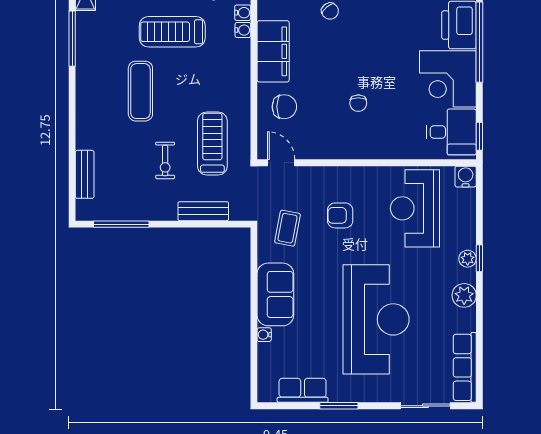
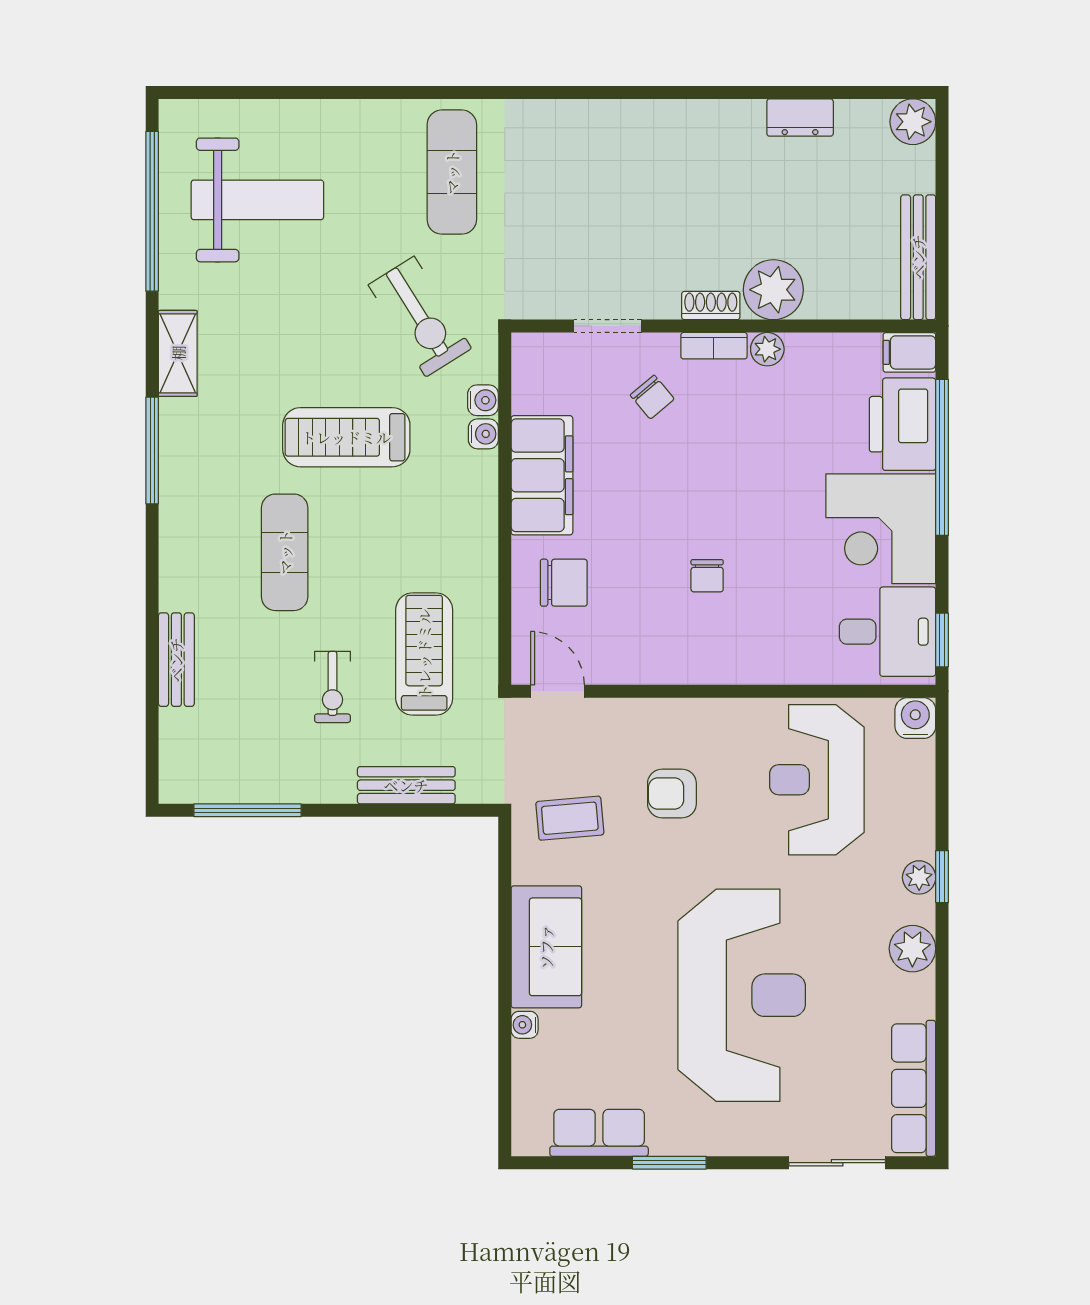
bench: (85, 174) -> (176, 660), moved
coffee table: (288, 228) -> (570, 818), turned 74

